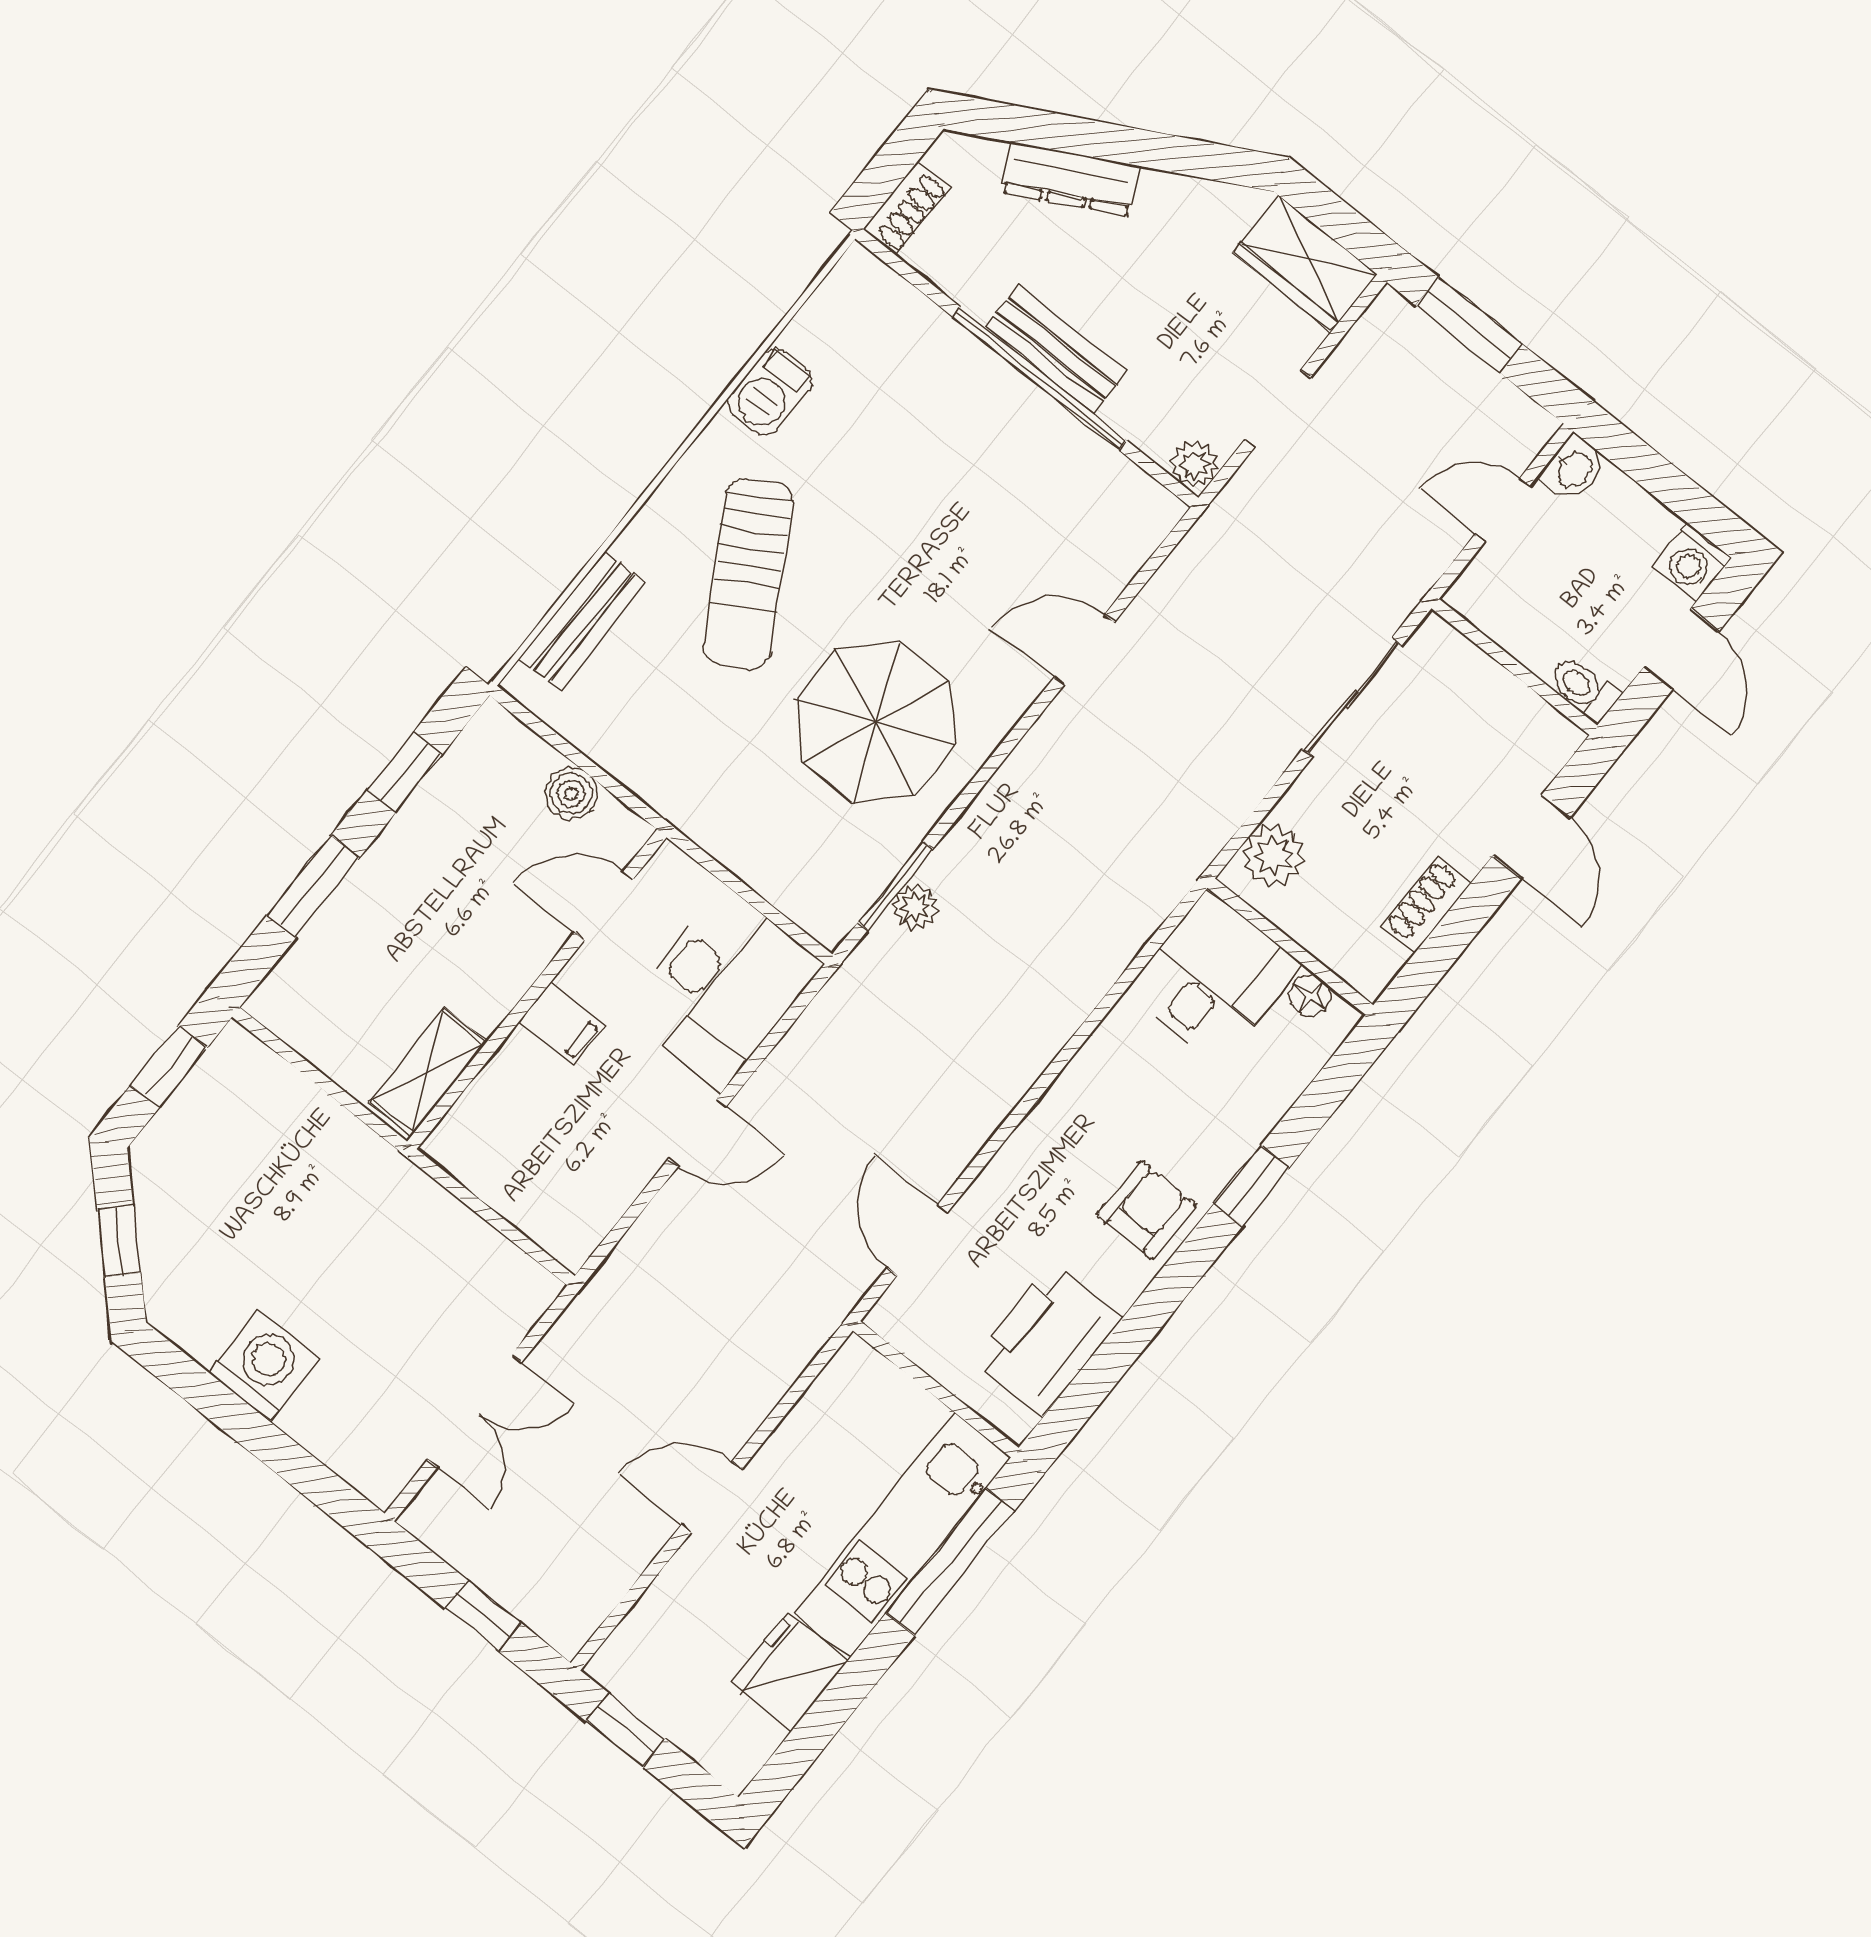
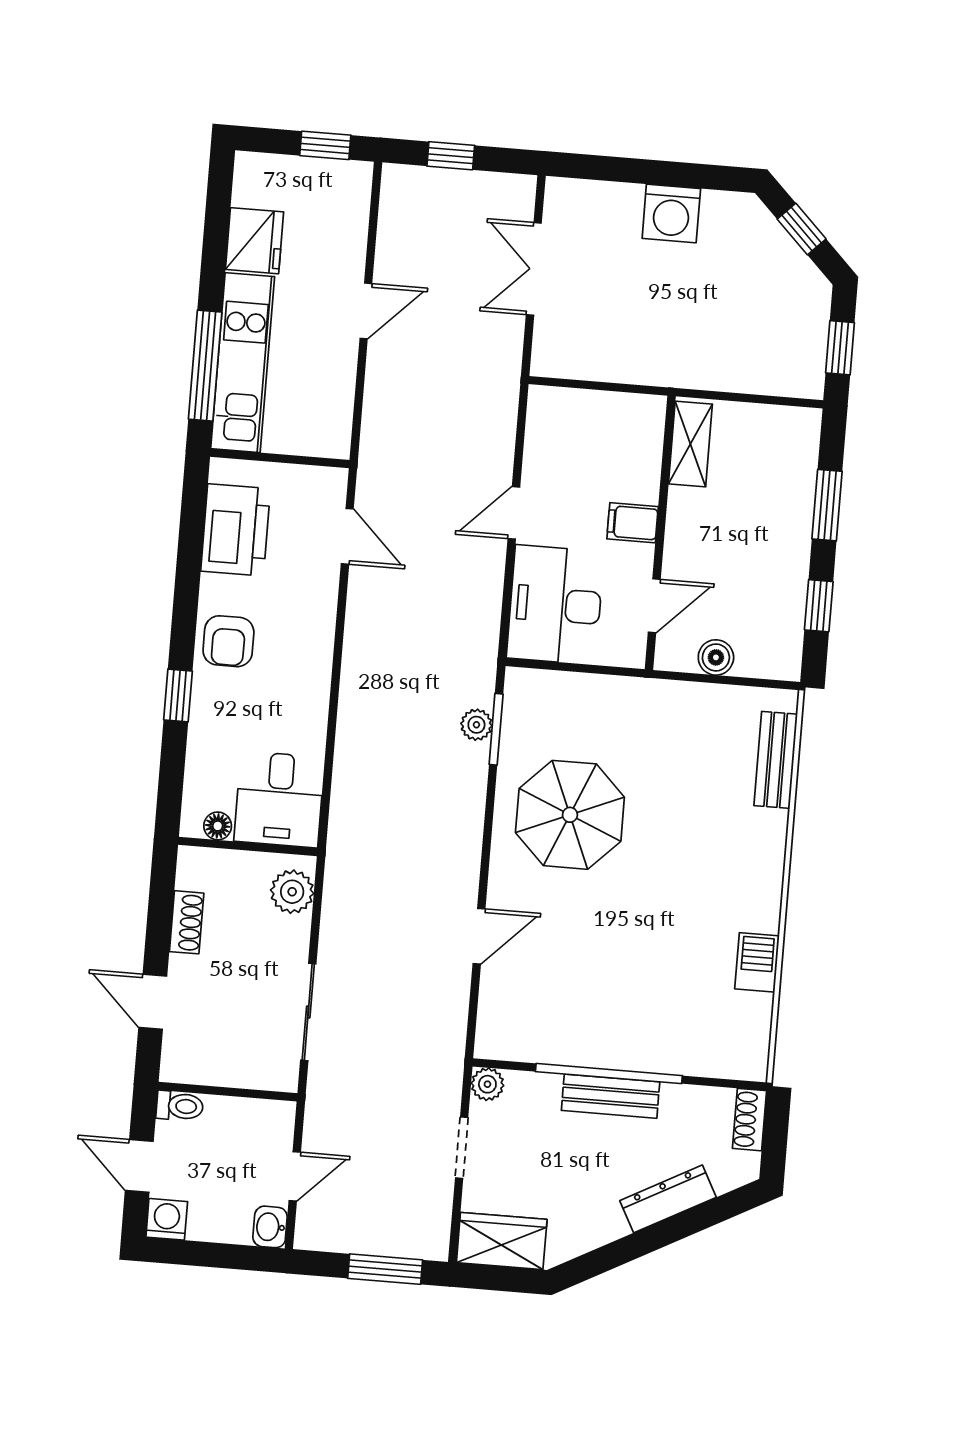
sun lounger: (748, 574) -> (699, 850), removed

